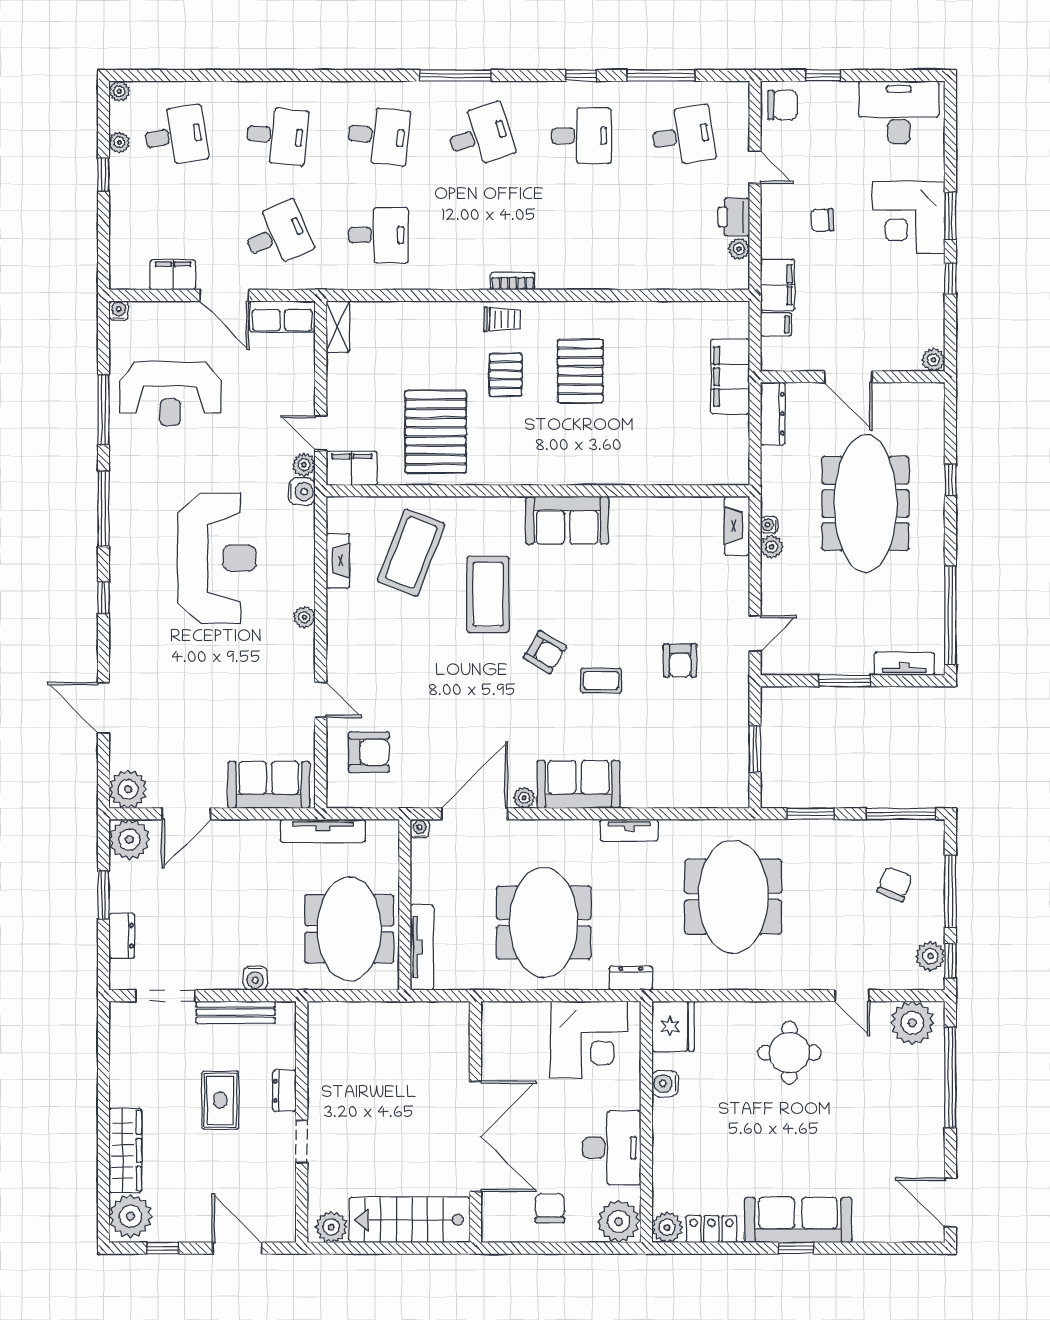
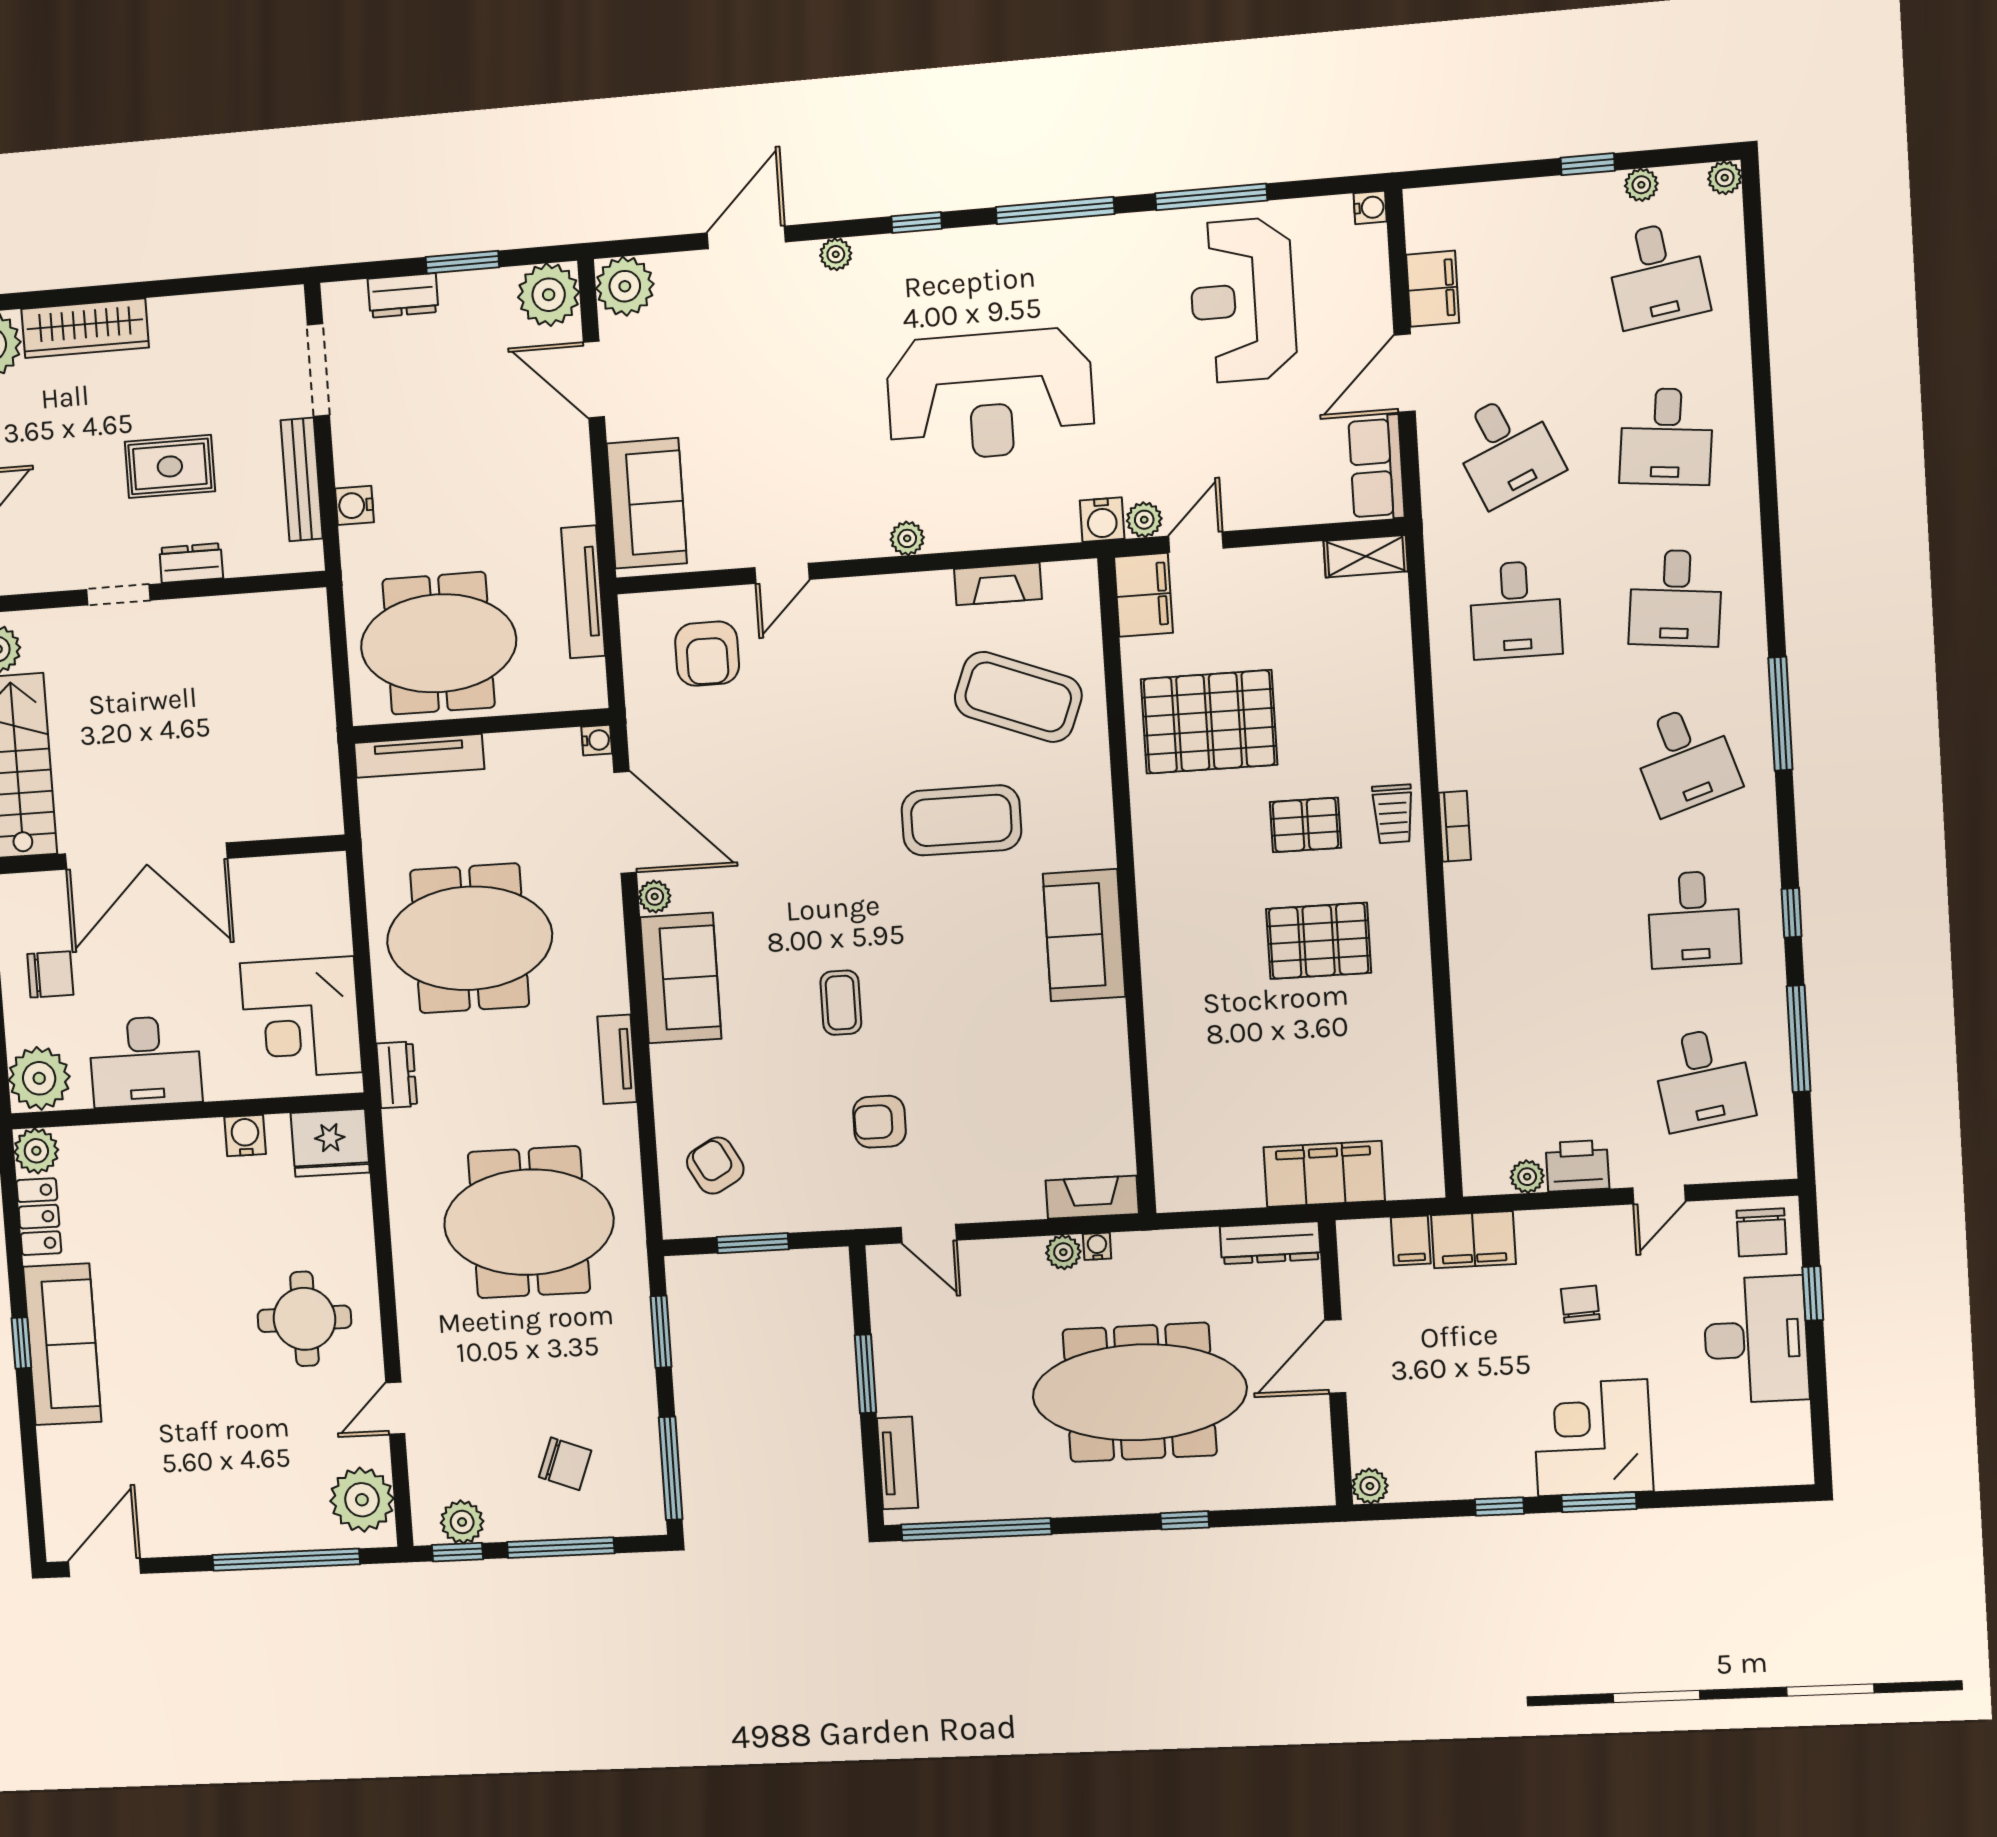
desk: (899, 112) -> (1756, 1339), moved
plant: (119, 651) -> (836, 254), added
armchair: (545, 652) -> (715, 1166), moved, turned 120

